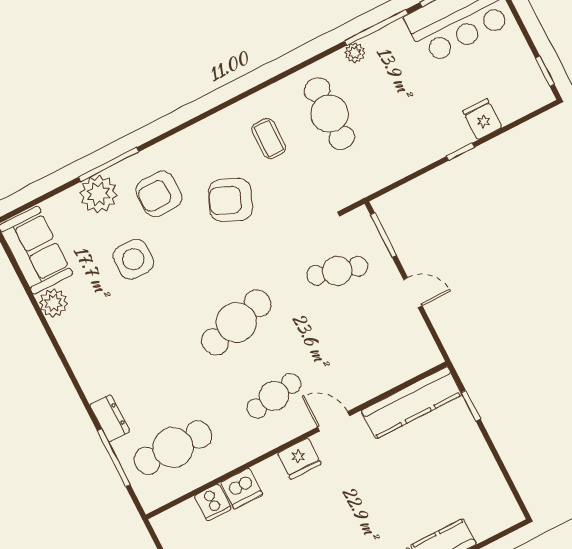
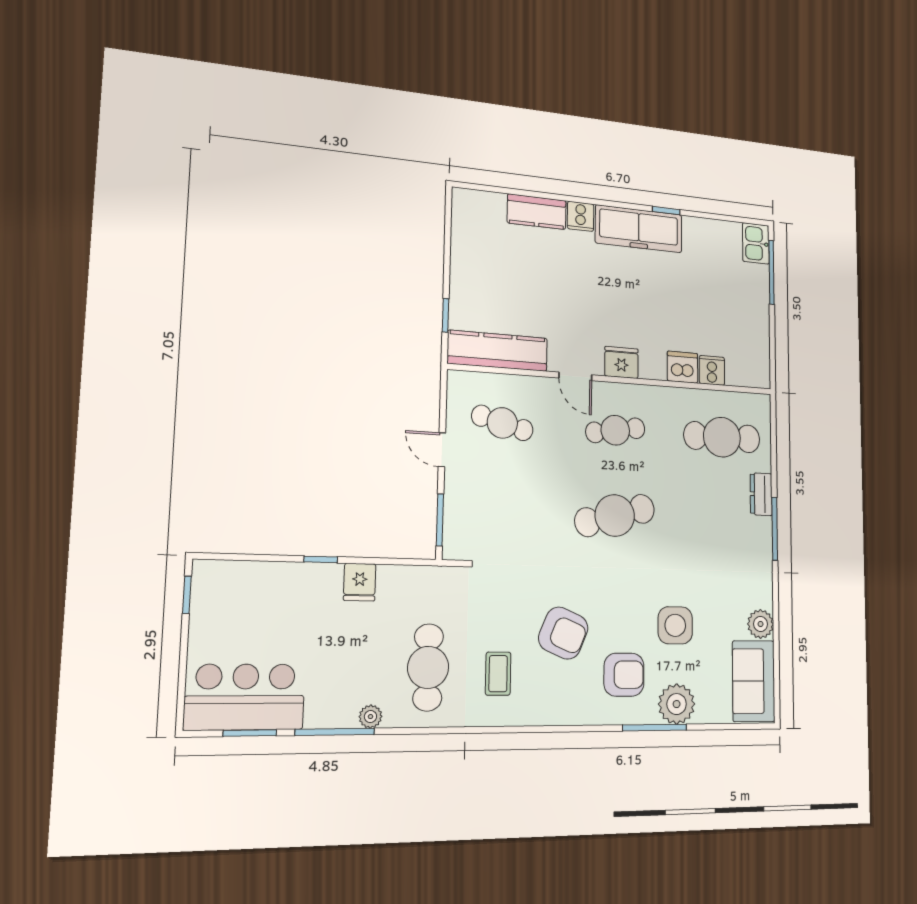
fridge: (482, 119) -> (360, 582), moved
cafe table: (337, 271) -> (502, 423), moved
window: (114, 458) -> (775, 529), moved

